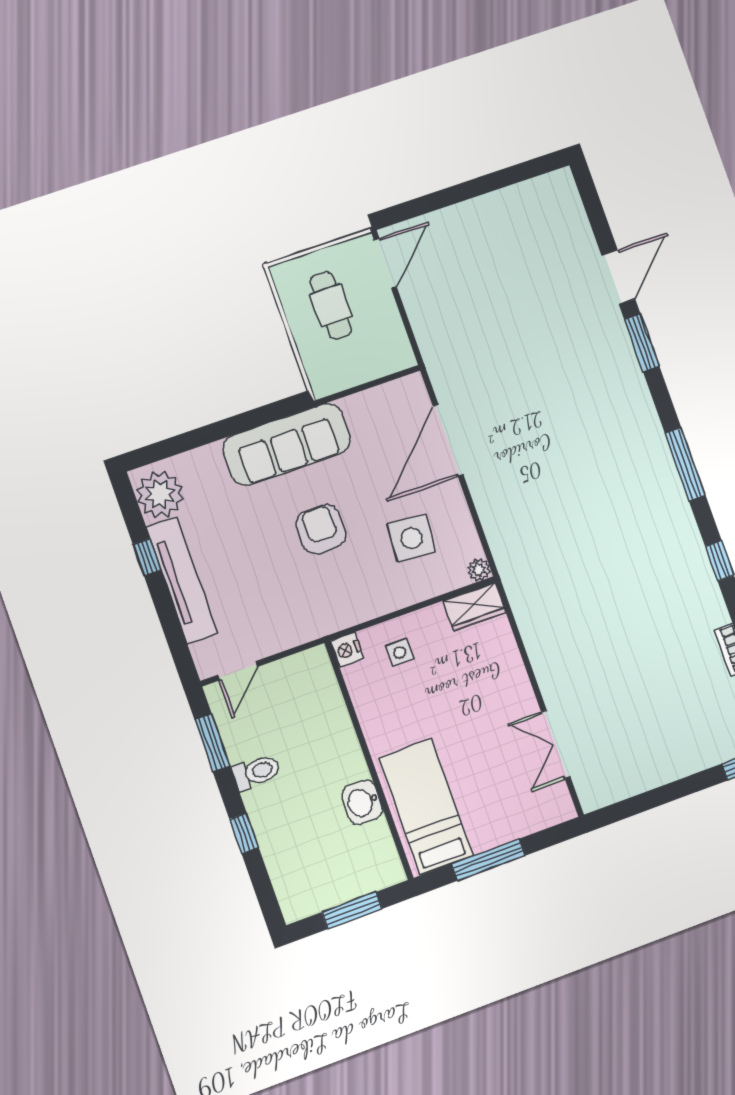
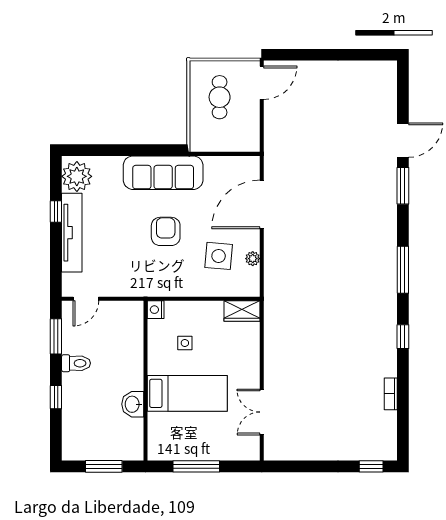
plant: (479, 570) -> (253, 259), moved
side table: (400, 652) -> (185, 343), moved
bed: (426, 807) -> (187, 393), moved, turned 90

